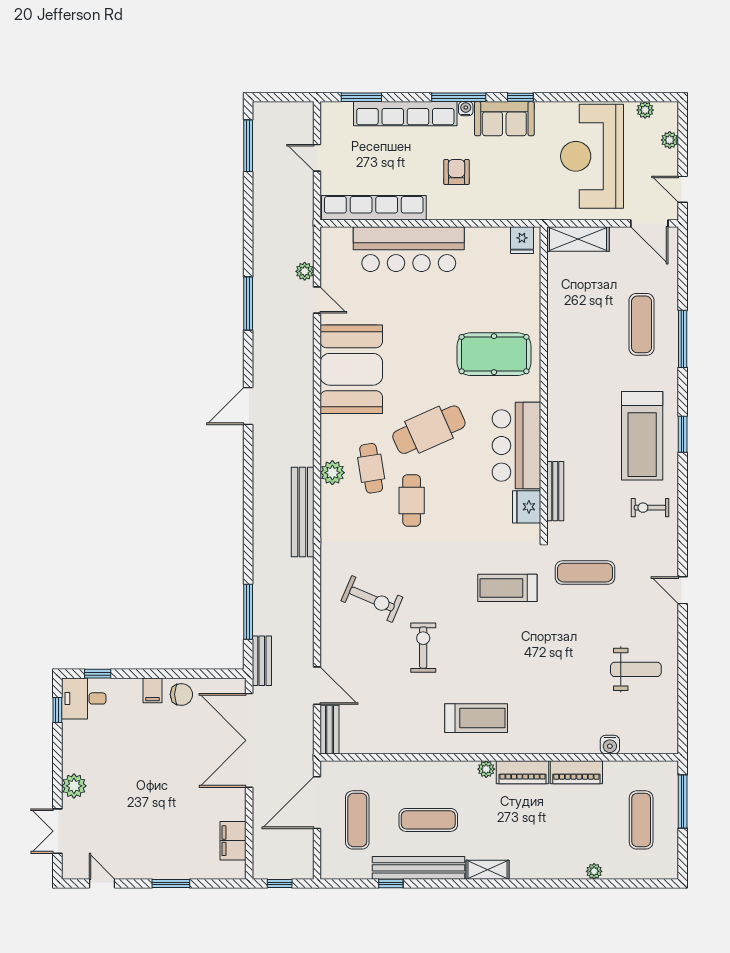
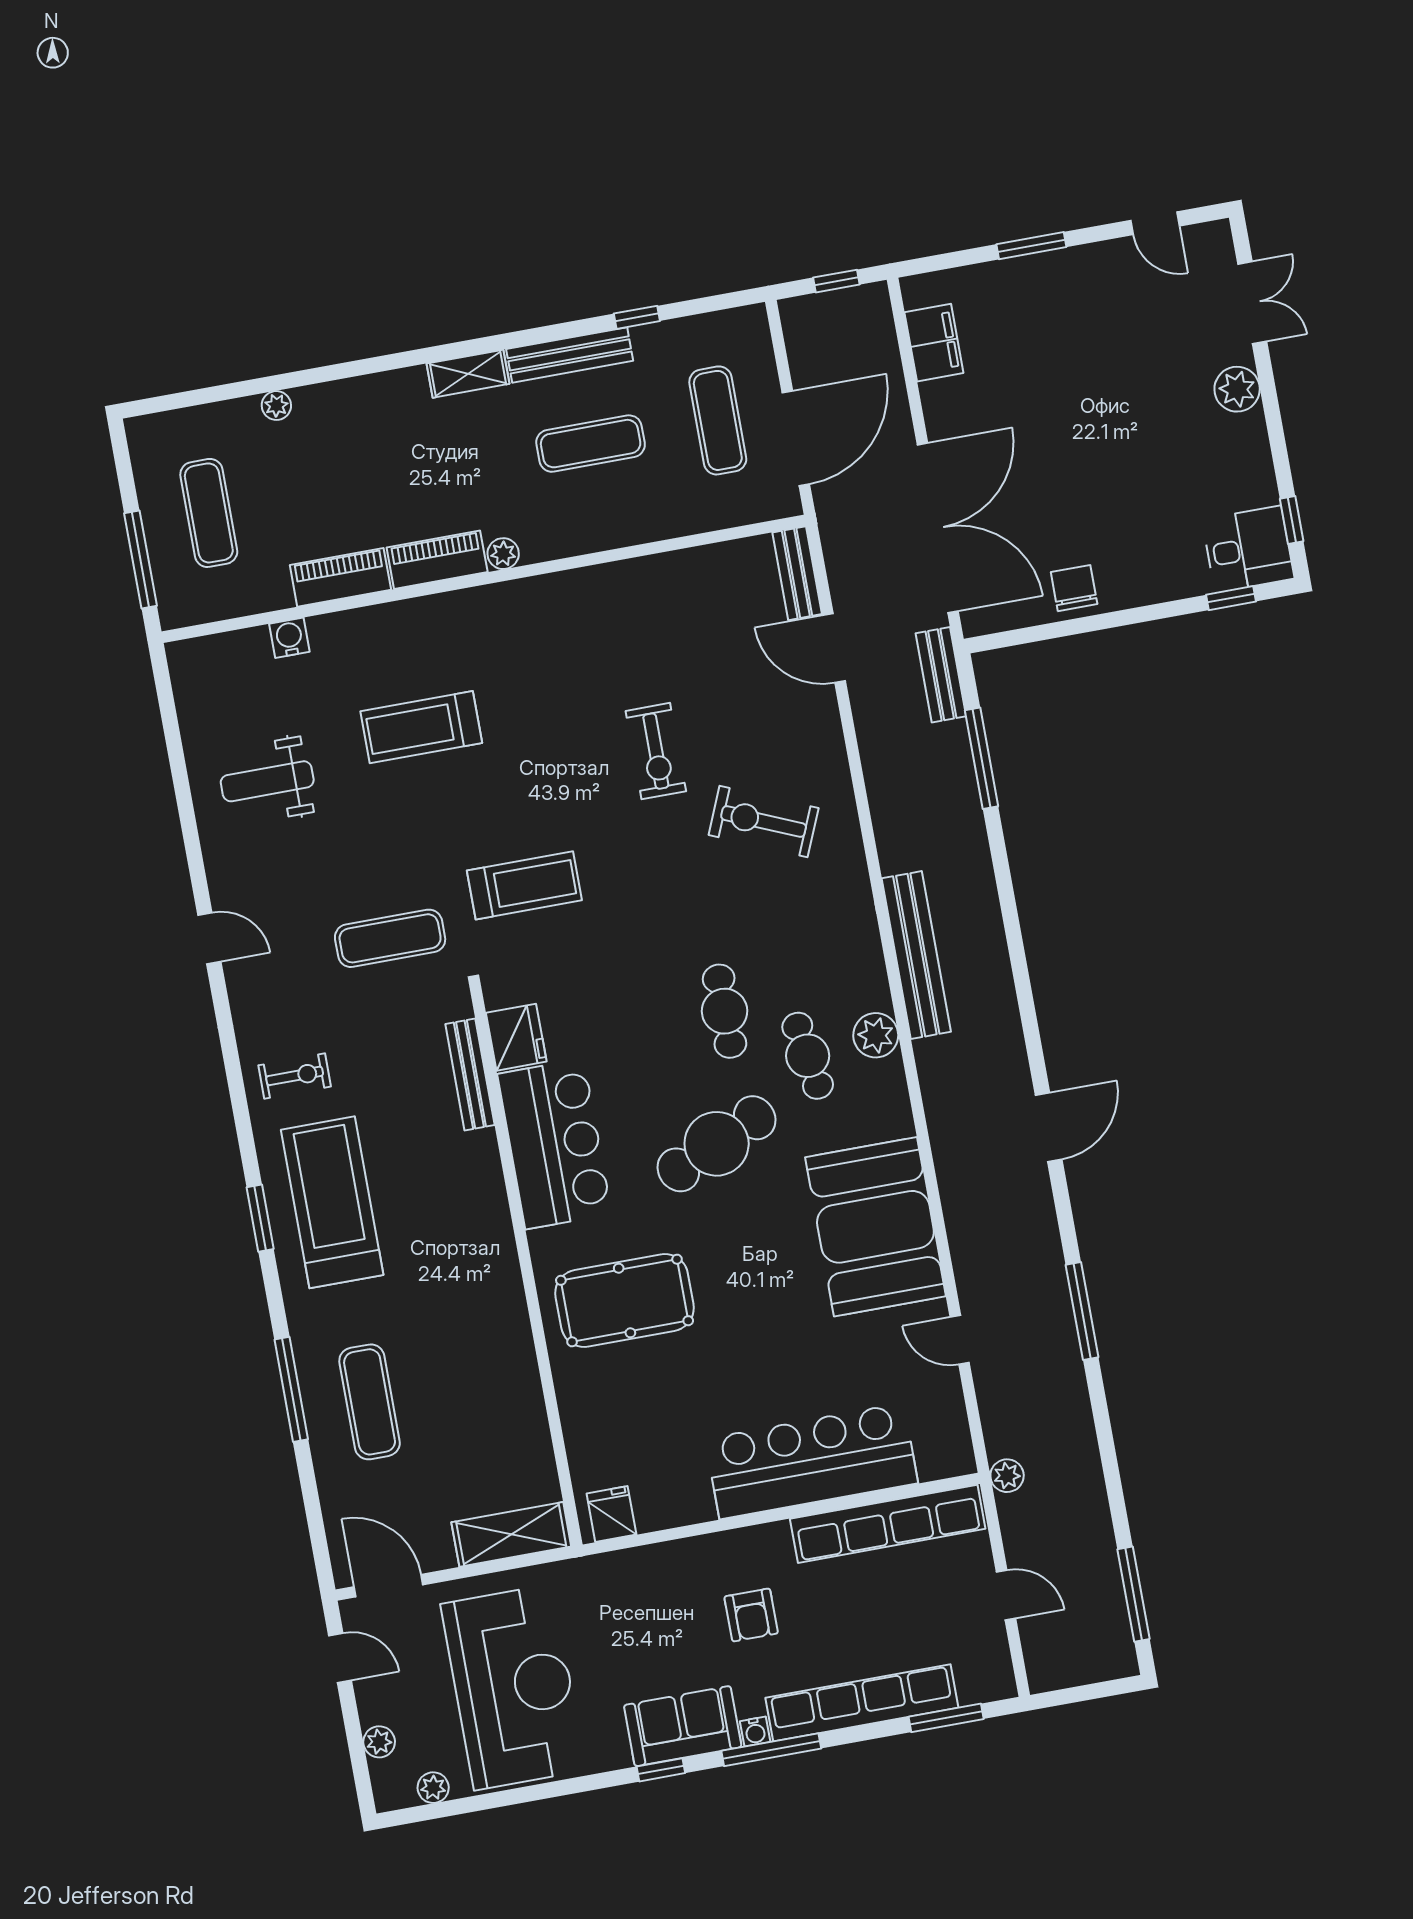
plant: (305, 271) -> (1007, 1476), moved
filing cabinet: (152, 690) -> (1127, 586), removed
chair: (181, 694) -> (1074, 588), turned 90
treadmill: (476, 718) -> (421, 727), moved
bench: (418, 868) -> (570, 355), width x0.73, depth x0.82

